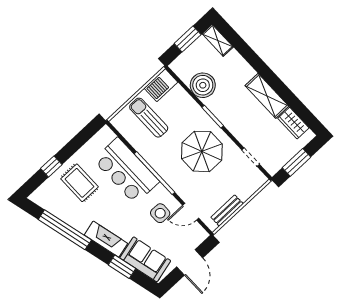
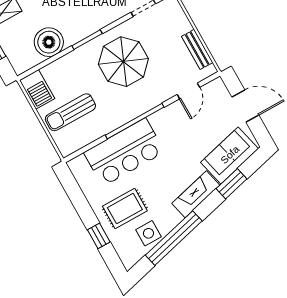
side table: (160, 213) -> (148, 233), moved

